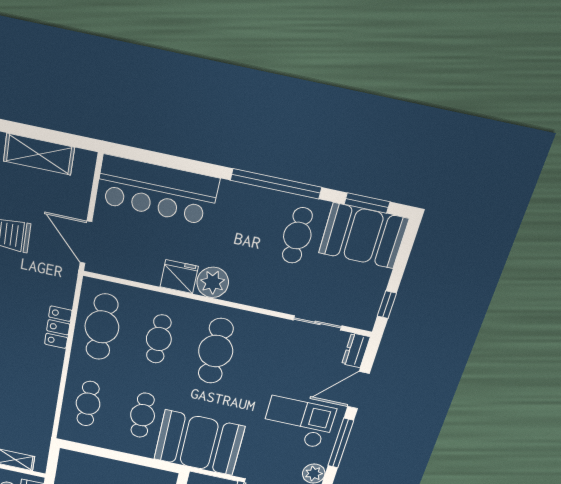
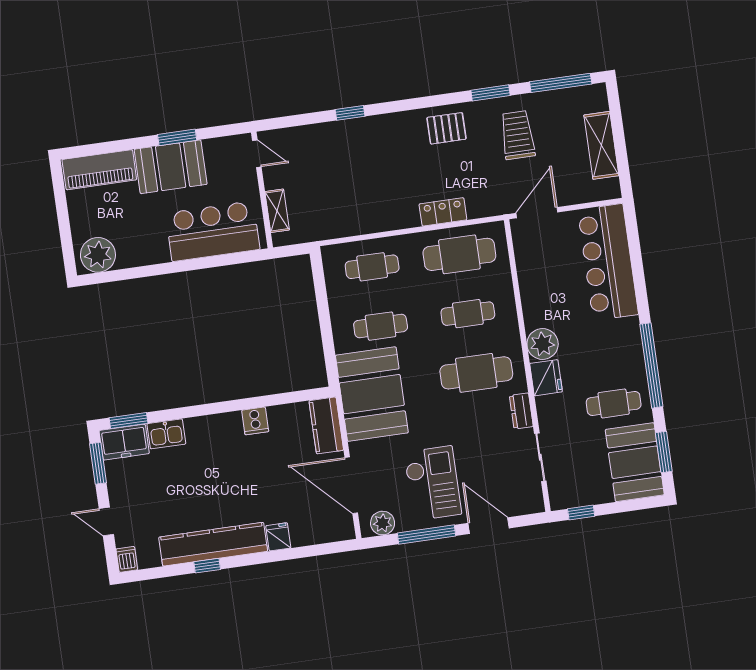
fridge: (179, 277) -> (546, 378), moved
dresser: (356, 350) -> (521, 411), moved, turned -90

